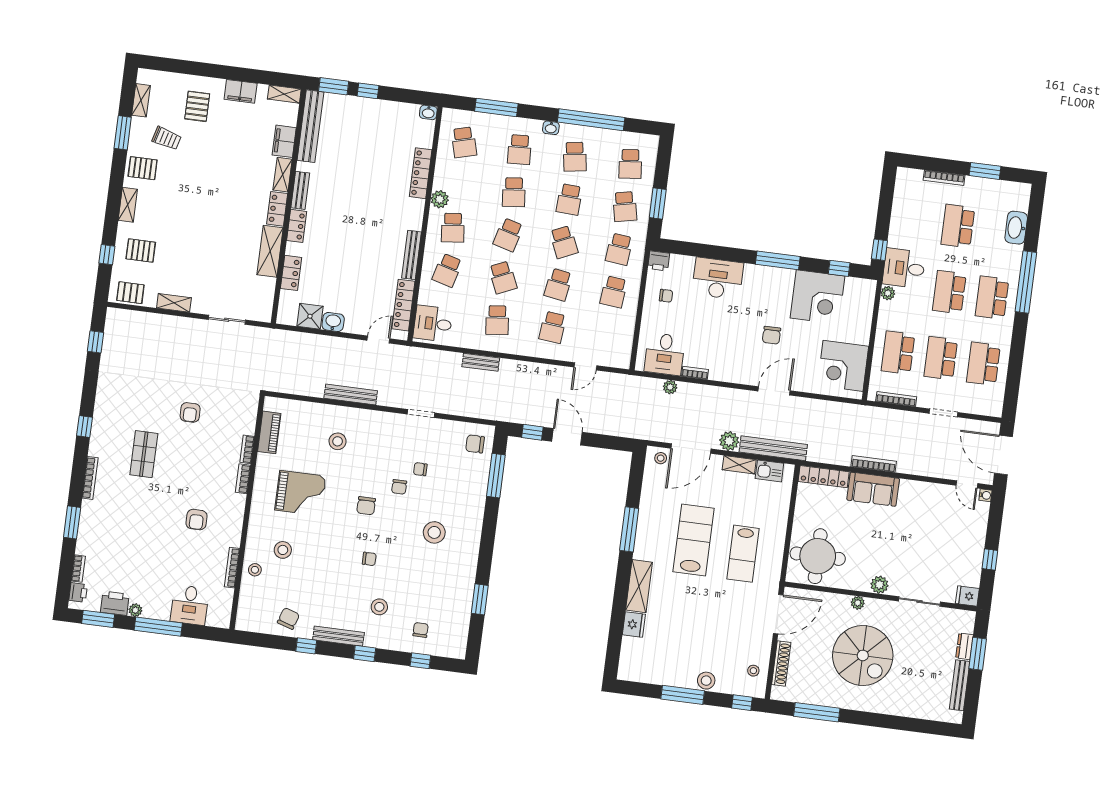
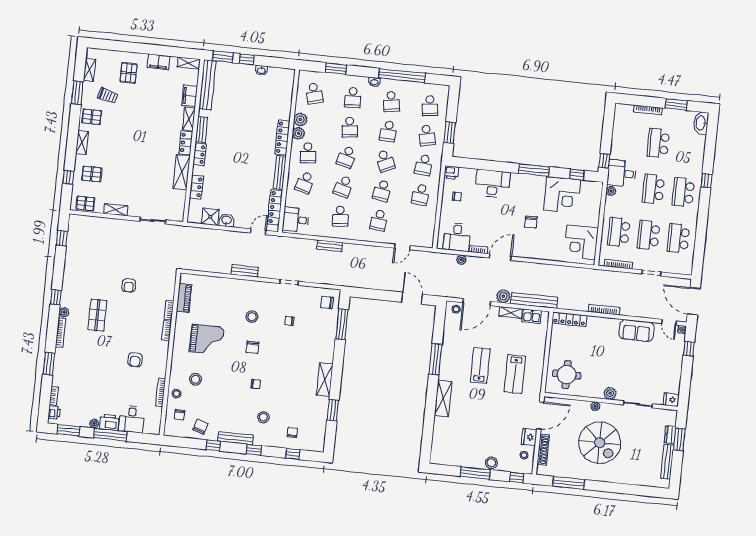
window: (496, 107) -> (336, 69), width x0.69
washbasin: (428, 112) -> (261, 70), moved
locker: (421, 173) -> (282, 138), moved
plant: (443, 179) -> (300, 120), added
washbasin: (1016, 228) -> (701, 123), moved
school desk: (503, 277) -> (343, 187), turned 39
window: (1026, 282) -> (706, 181), width x0.32
door: (774, 391) -> (500, 257), moved
bench: (351, 394) -> (245, 271), width x0.73
window: (532, 432) -> (367, 293), removed
door: (567, 437) -> (412, 298), moved
stool: (338, 441) -> (252, 317), moved
plant: (96, 449) -> (64, 312), added
chair: (399, 487) -> (179, 415), moved
sofa: (873, 489) -> (637, 331), moved
stool: (434, 532) -> (300, 365), removed
lab bench: (694, 540) -> (480, 365), width x0.73, depth x0.72
shelving: (469, 555) -> (325, 380), added
round table: (818, 556) -> (567, 375), width x0.73, depth x0.73
window: (990, 559) -> (689, 349), moved
printer: (115, 603) -> (109, 422), moved
fridge: (634, 625) -> (529, 437), moved, turned 180

